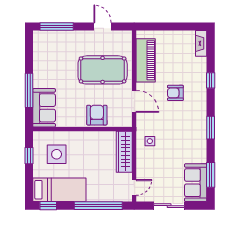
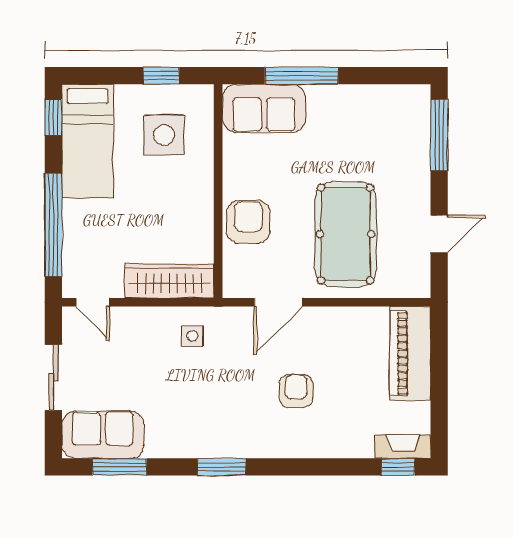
piano: (146, 60) -> (410, 353), moved, turned 90
window: (211, 80) -> (398, 467), moved
armchair: (97, 115) -> (248, 222), turned -90

